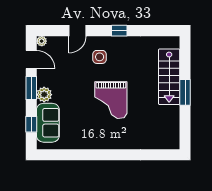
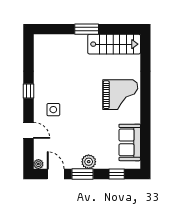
door: (31, 59) -> (56, 174), hinge flipped
stairs: (169, 77) -> (114, 44), moved
grand piano: (111, 100) -> (120, 95), moved
sofa: (48, 123) -> (130, 142), moved, turned -90

